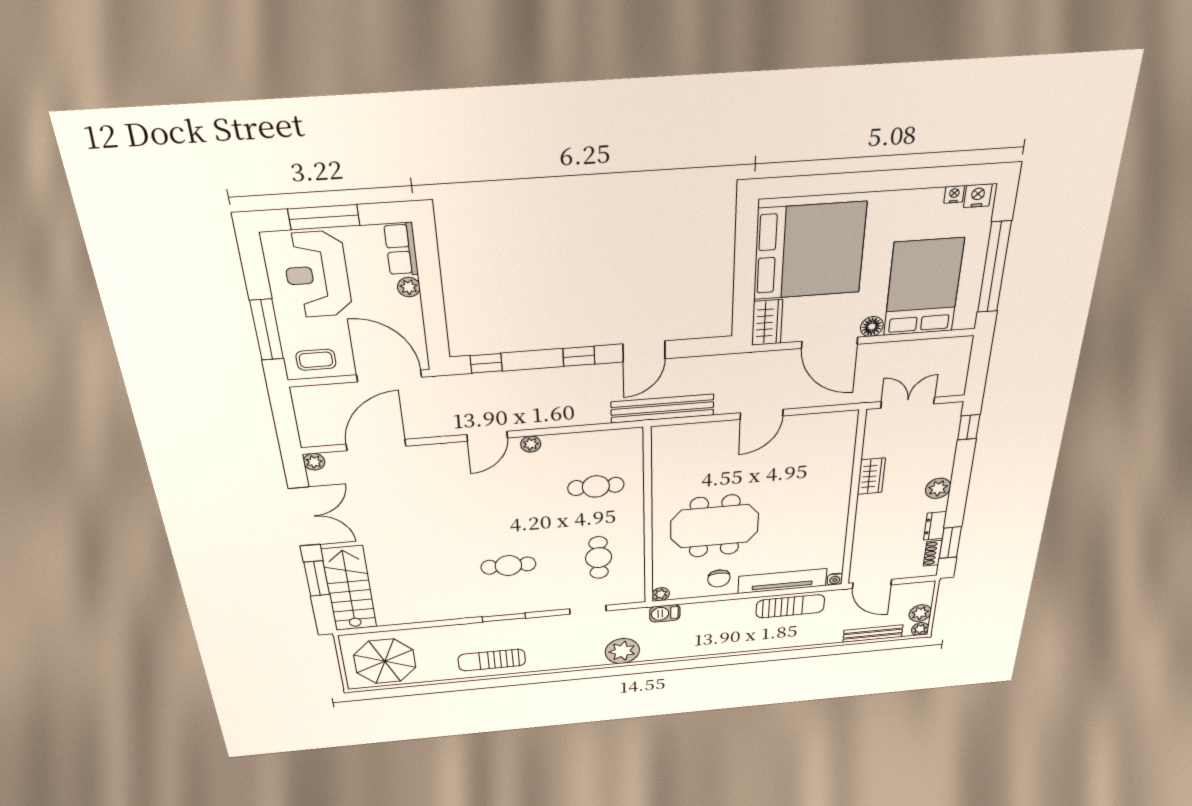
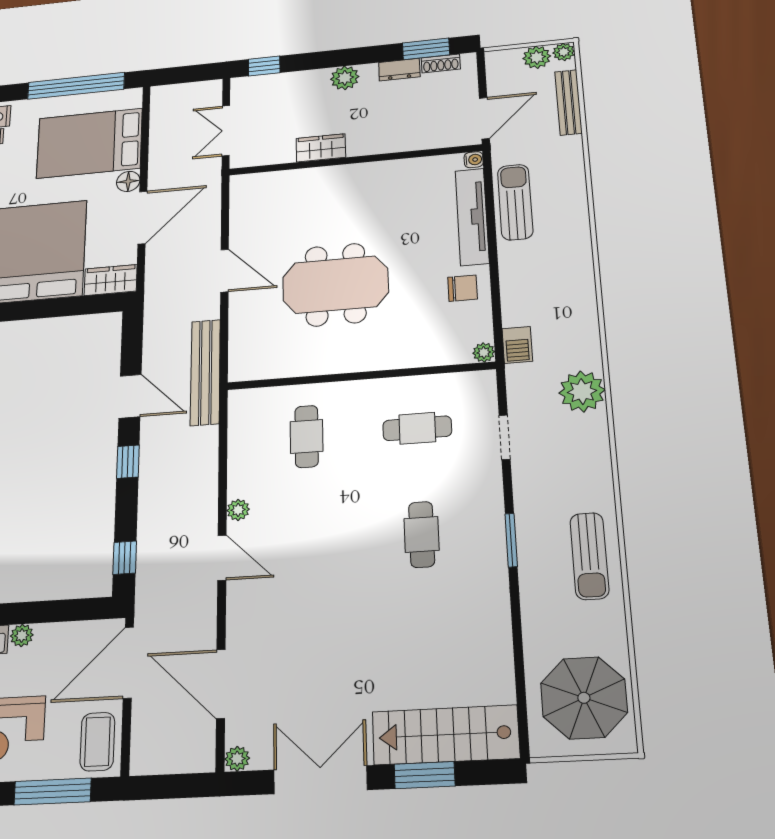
coffee table: (316, 360) -> (97, 742), width x1.36, depth x1.30
meeting table: (715, 526) -> (335, 285), moved, turned 90

